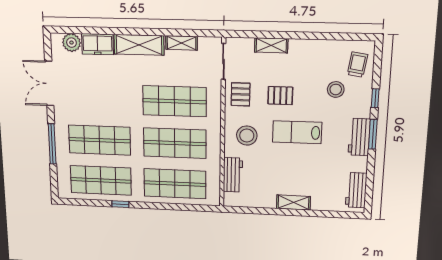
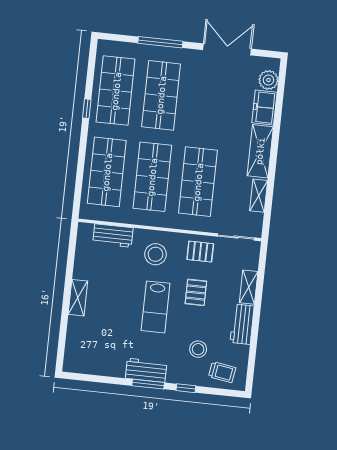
lab bench: (297, 132) -> (156, 307), turned 180
workbench: (356, 190) -> (242, 324), moved, turned -90

